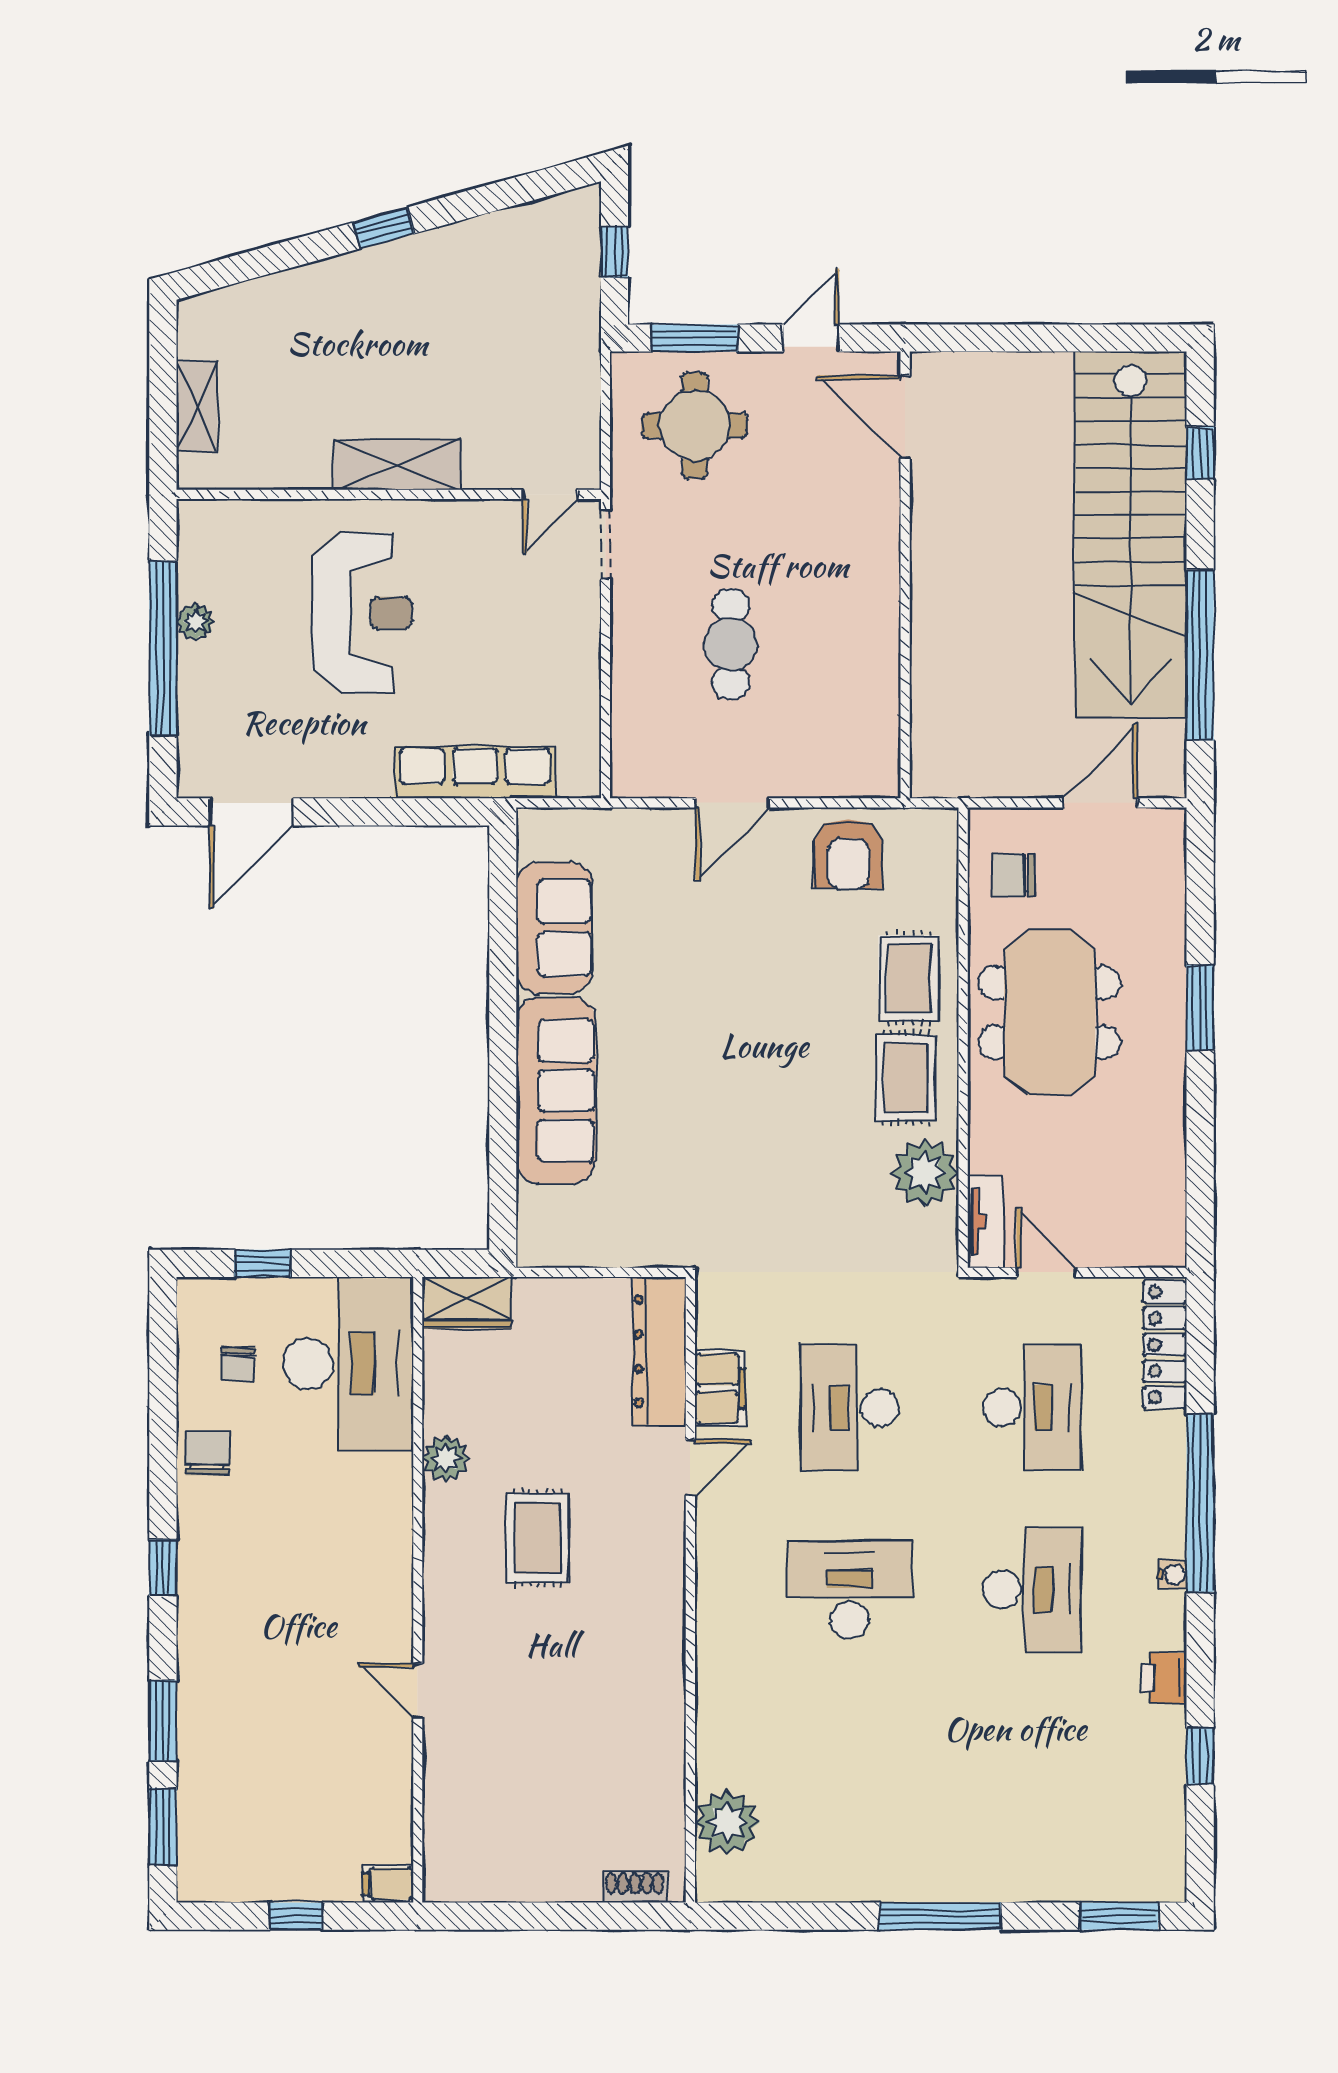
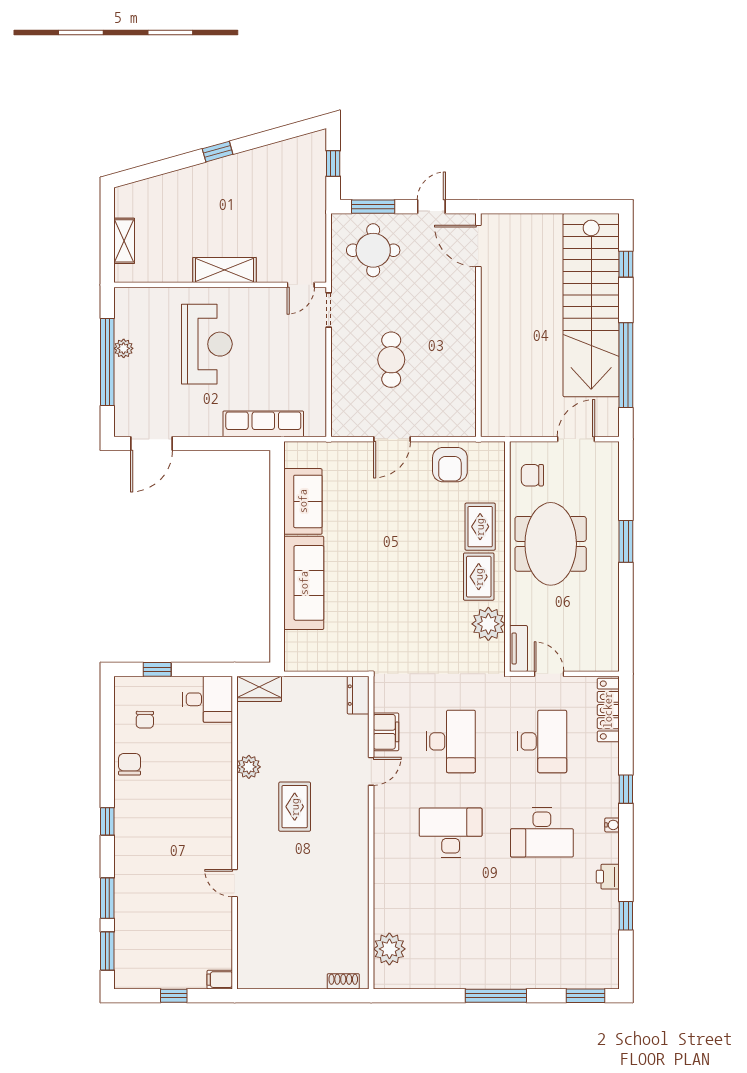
dresser: (659, 1352) -> (358, 695), width x0.51, depth x0.80
desk: (348, 1364) -> (207, 699), width x0.53, depth x0.77
desk: (849, 1408) -> (451, 741), turned 180
window: (1200, 1503) -> (626, 789), width x0.32
desk: (1032, 1590) -> (542, 833), turned 90

